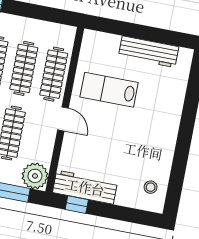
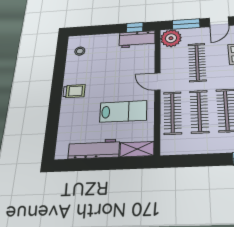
shelving: (101, 40) -> (137, 149), added
trolley: (164, 131) -> (74, 91), added
workbench: (85, 187) -> (137, 39), width x0.73

